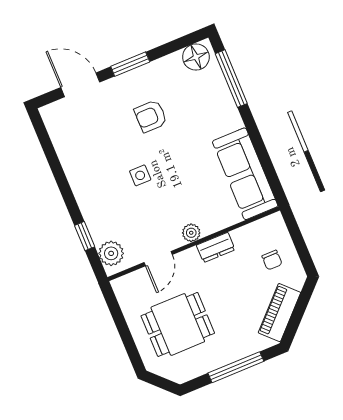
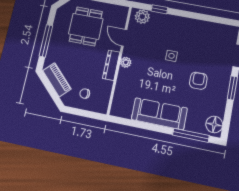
sofa: (245, 174) -> (159, 114), moved
dresser: (216, 247) -> (111, 65), width x1.44

